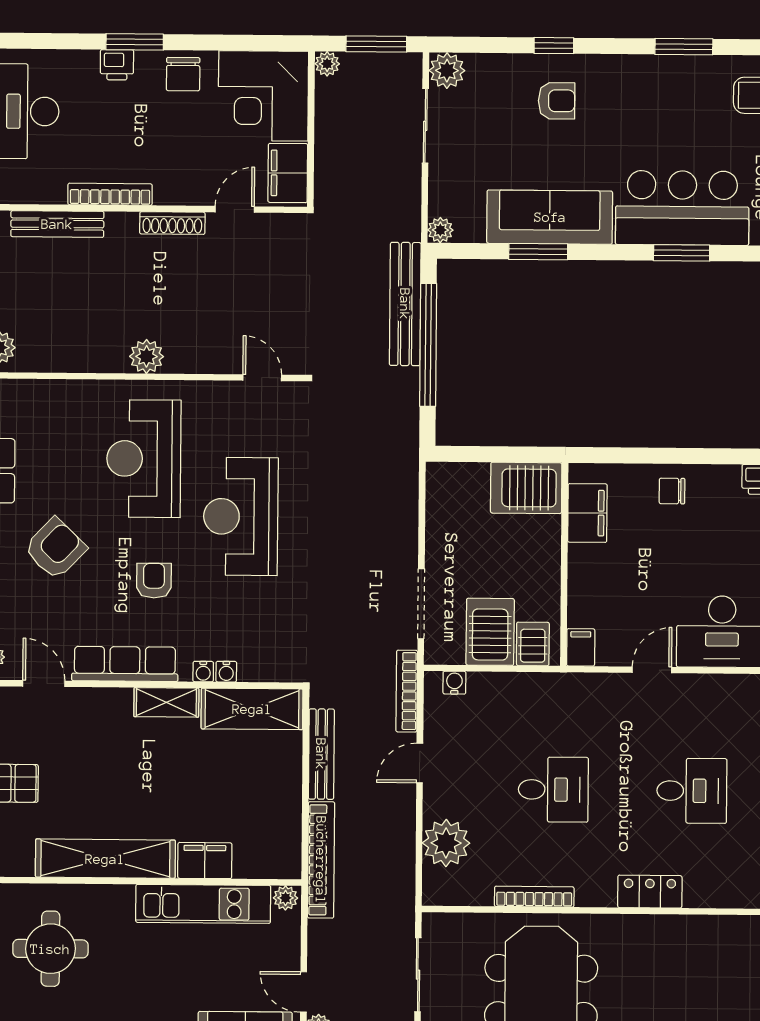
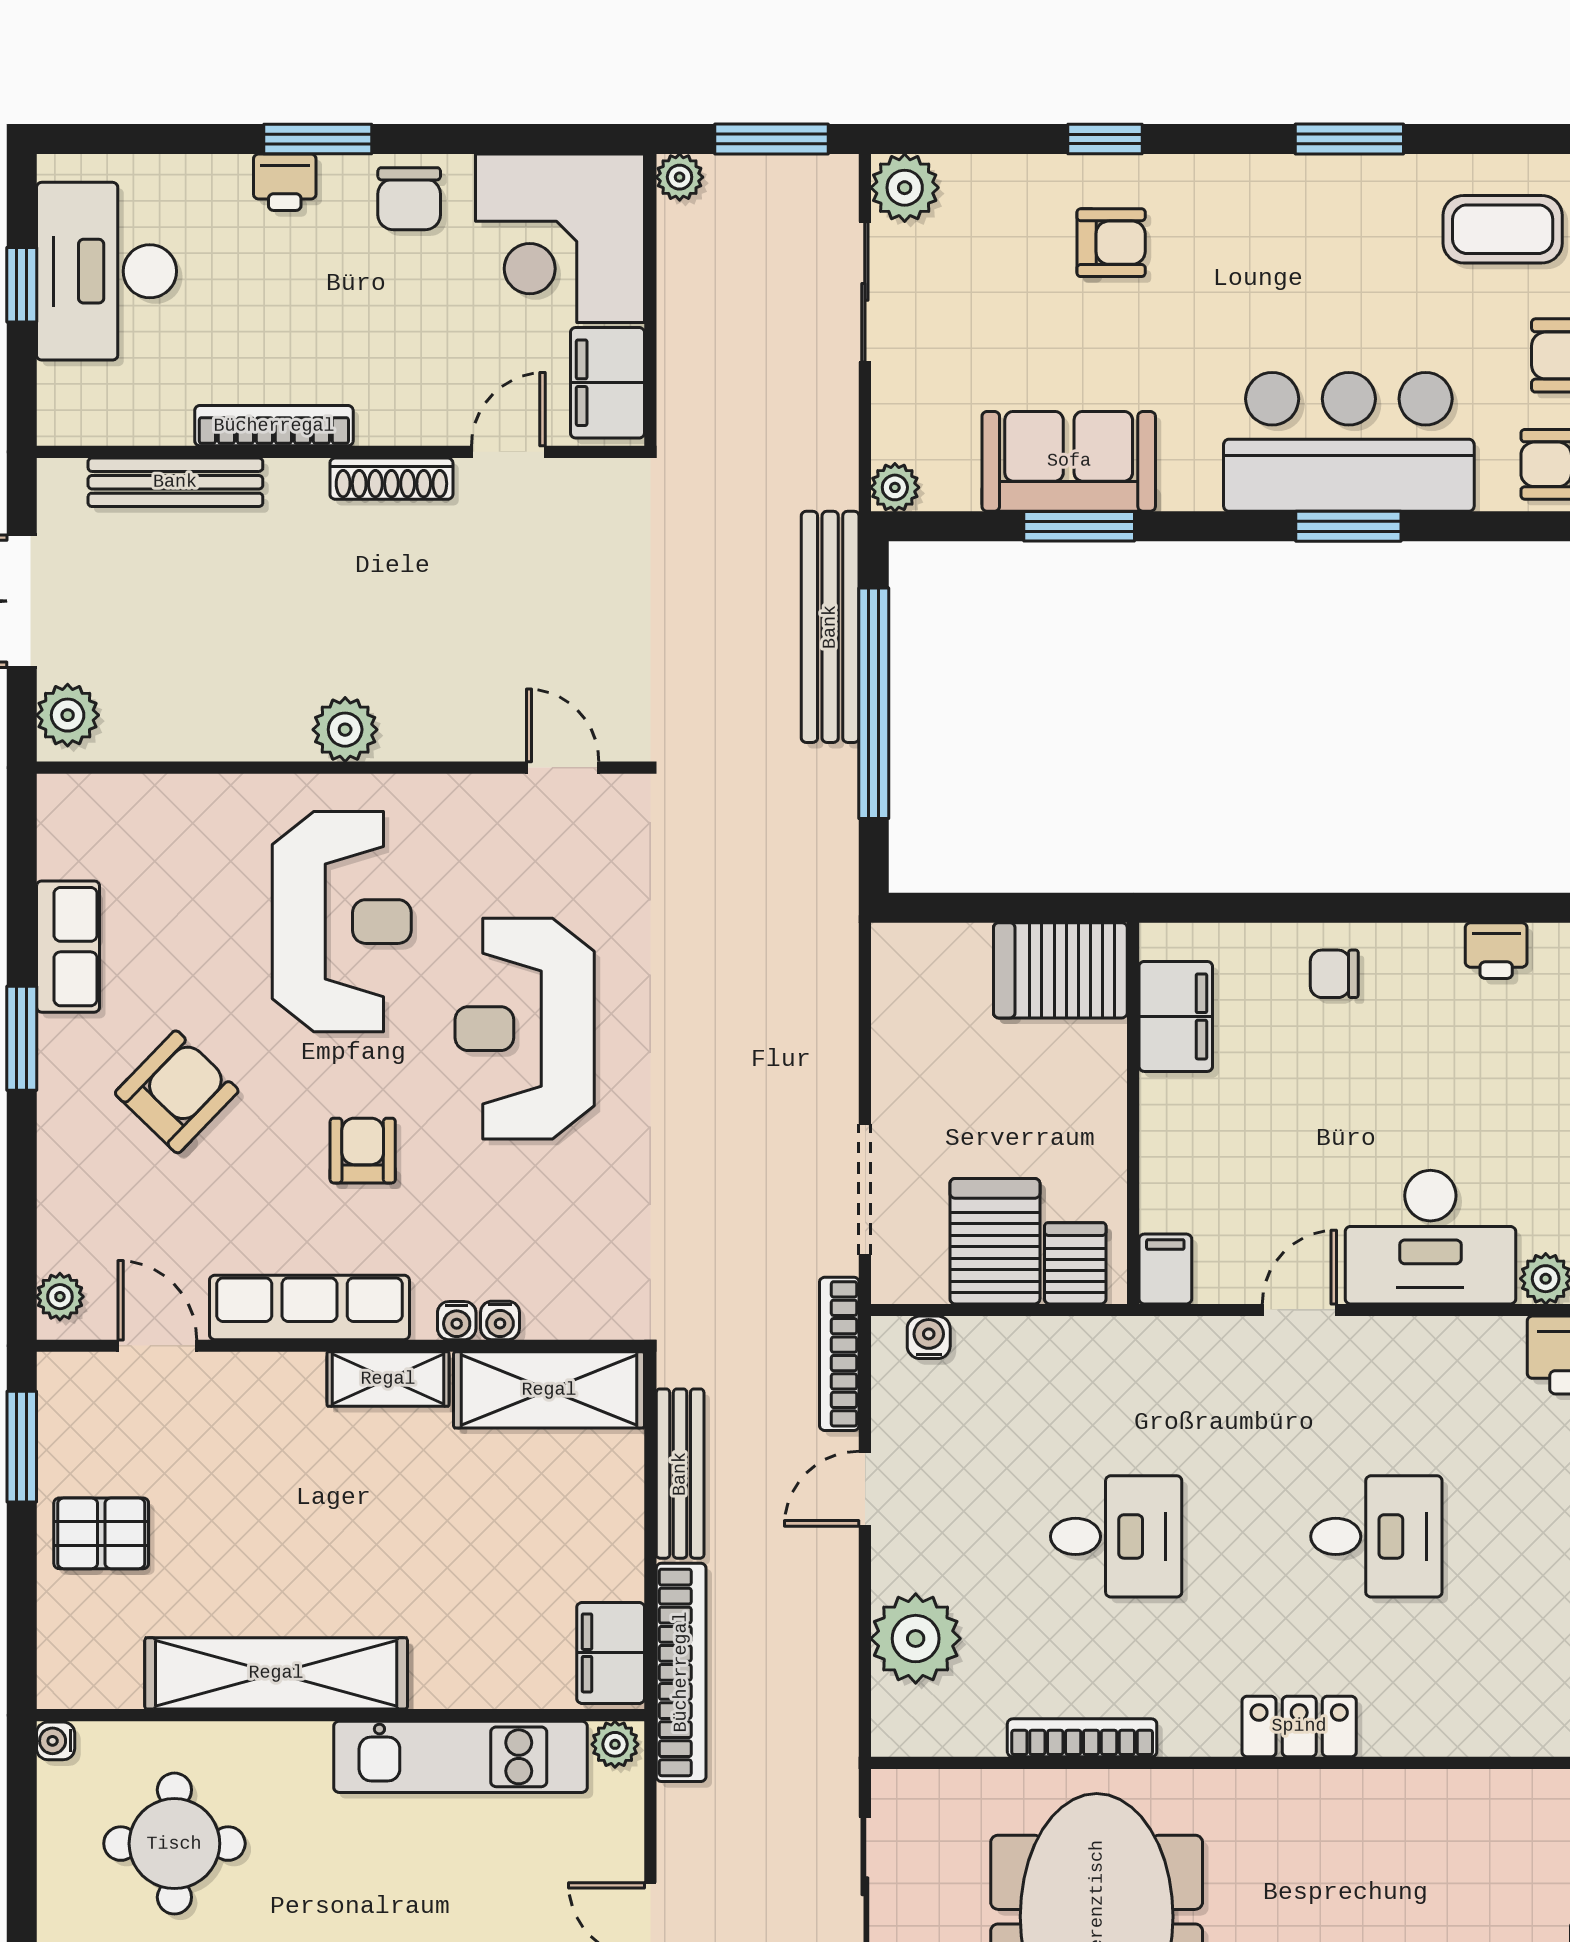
sofa: (550, 217) -> (1069, 461), width x0.73
reception desk: (144, 459) -> (342, 922), turned 180
filing cabinet: (205, 861) -> (611, 1653), moved, turned -90

